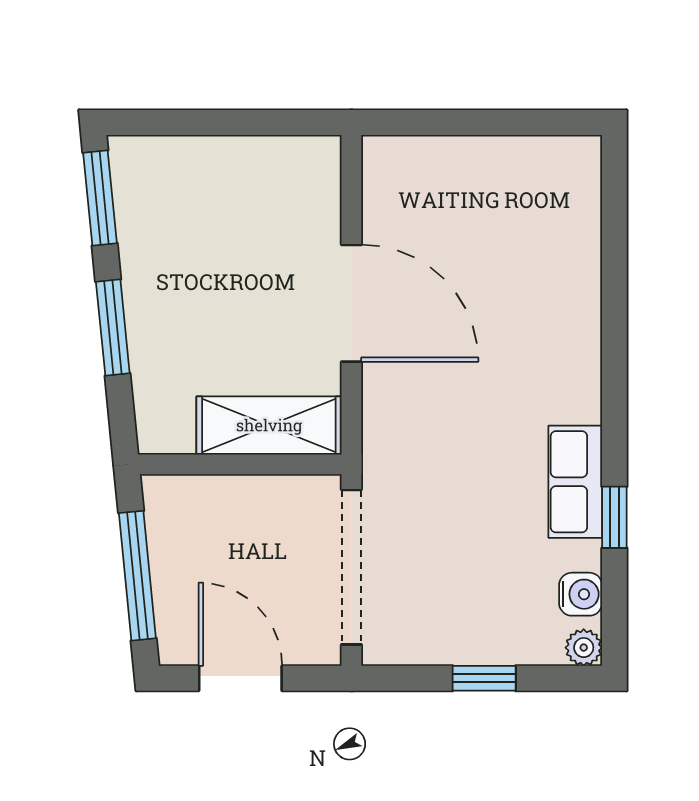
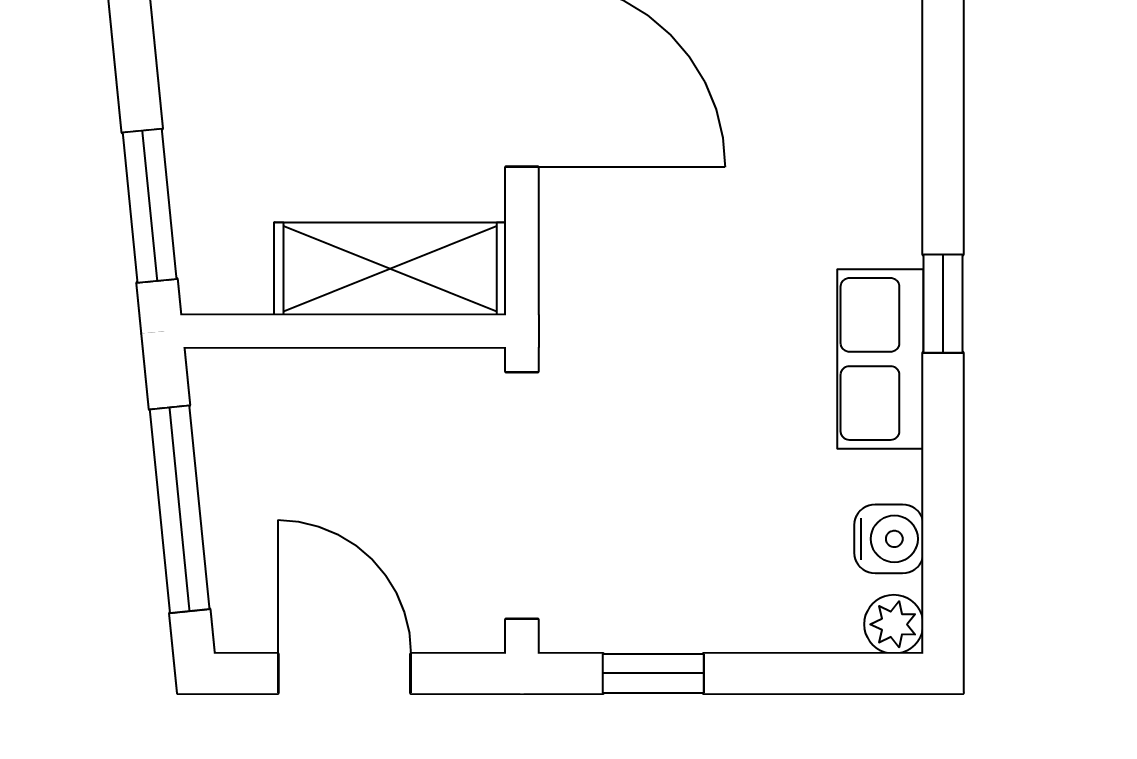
window: (113, 327) -> (150, 206), moved
window: (614, 517) -> (943, 304), moved
window: (484, 678) -> (653, 673), moved

